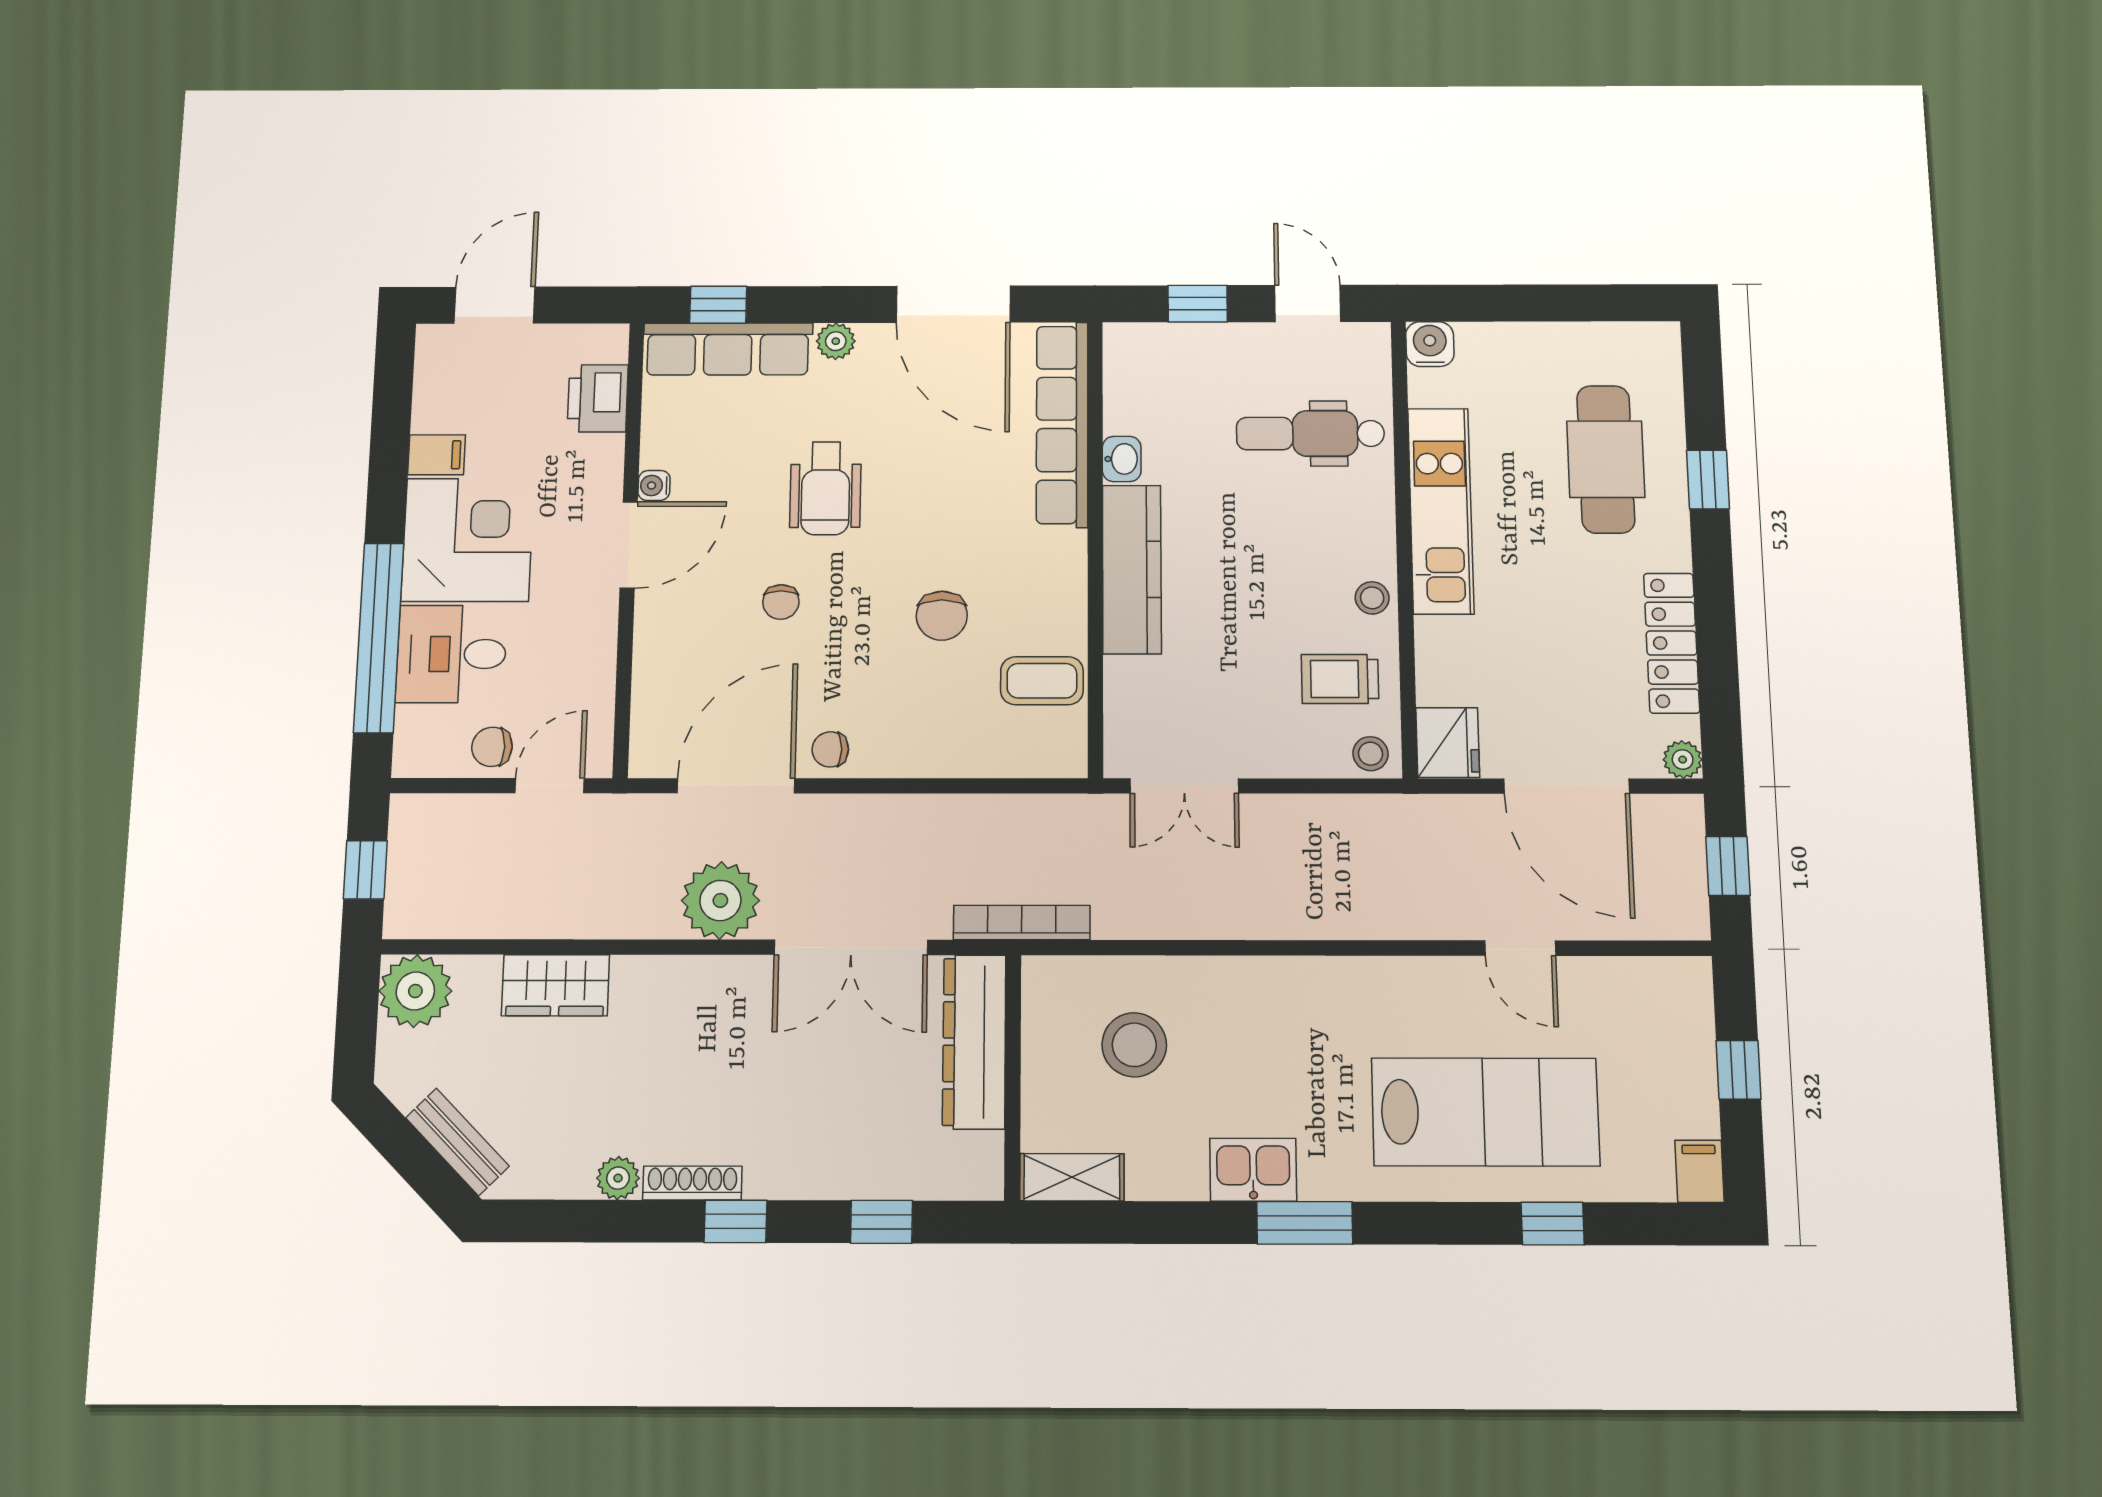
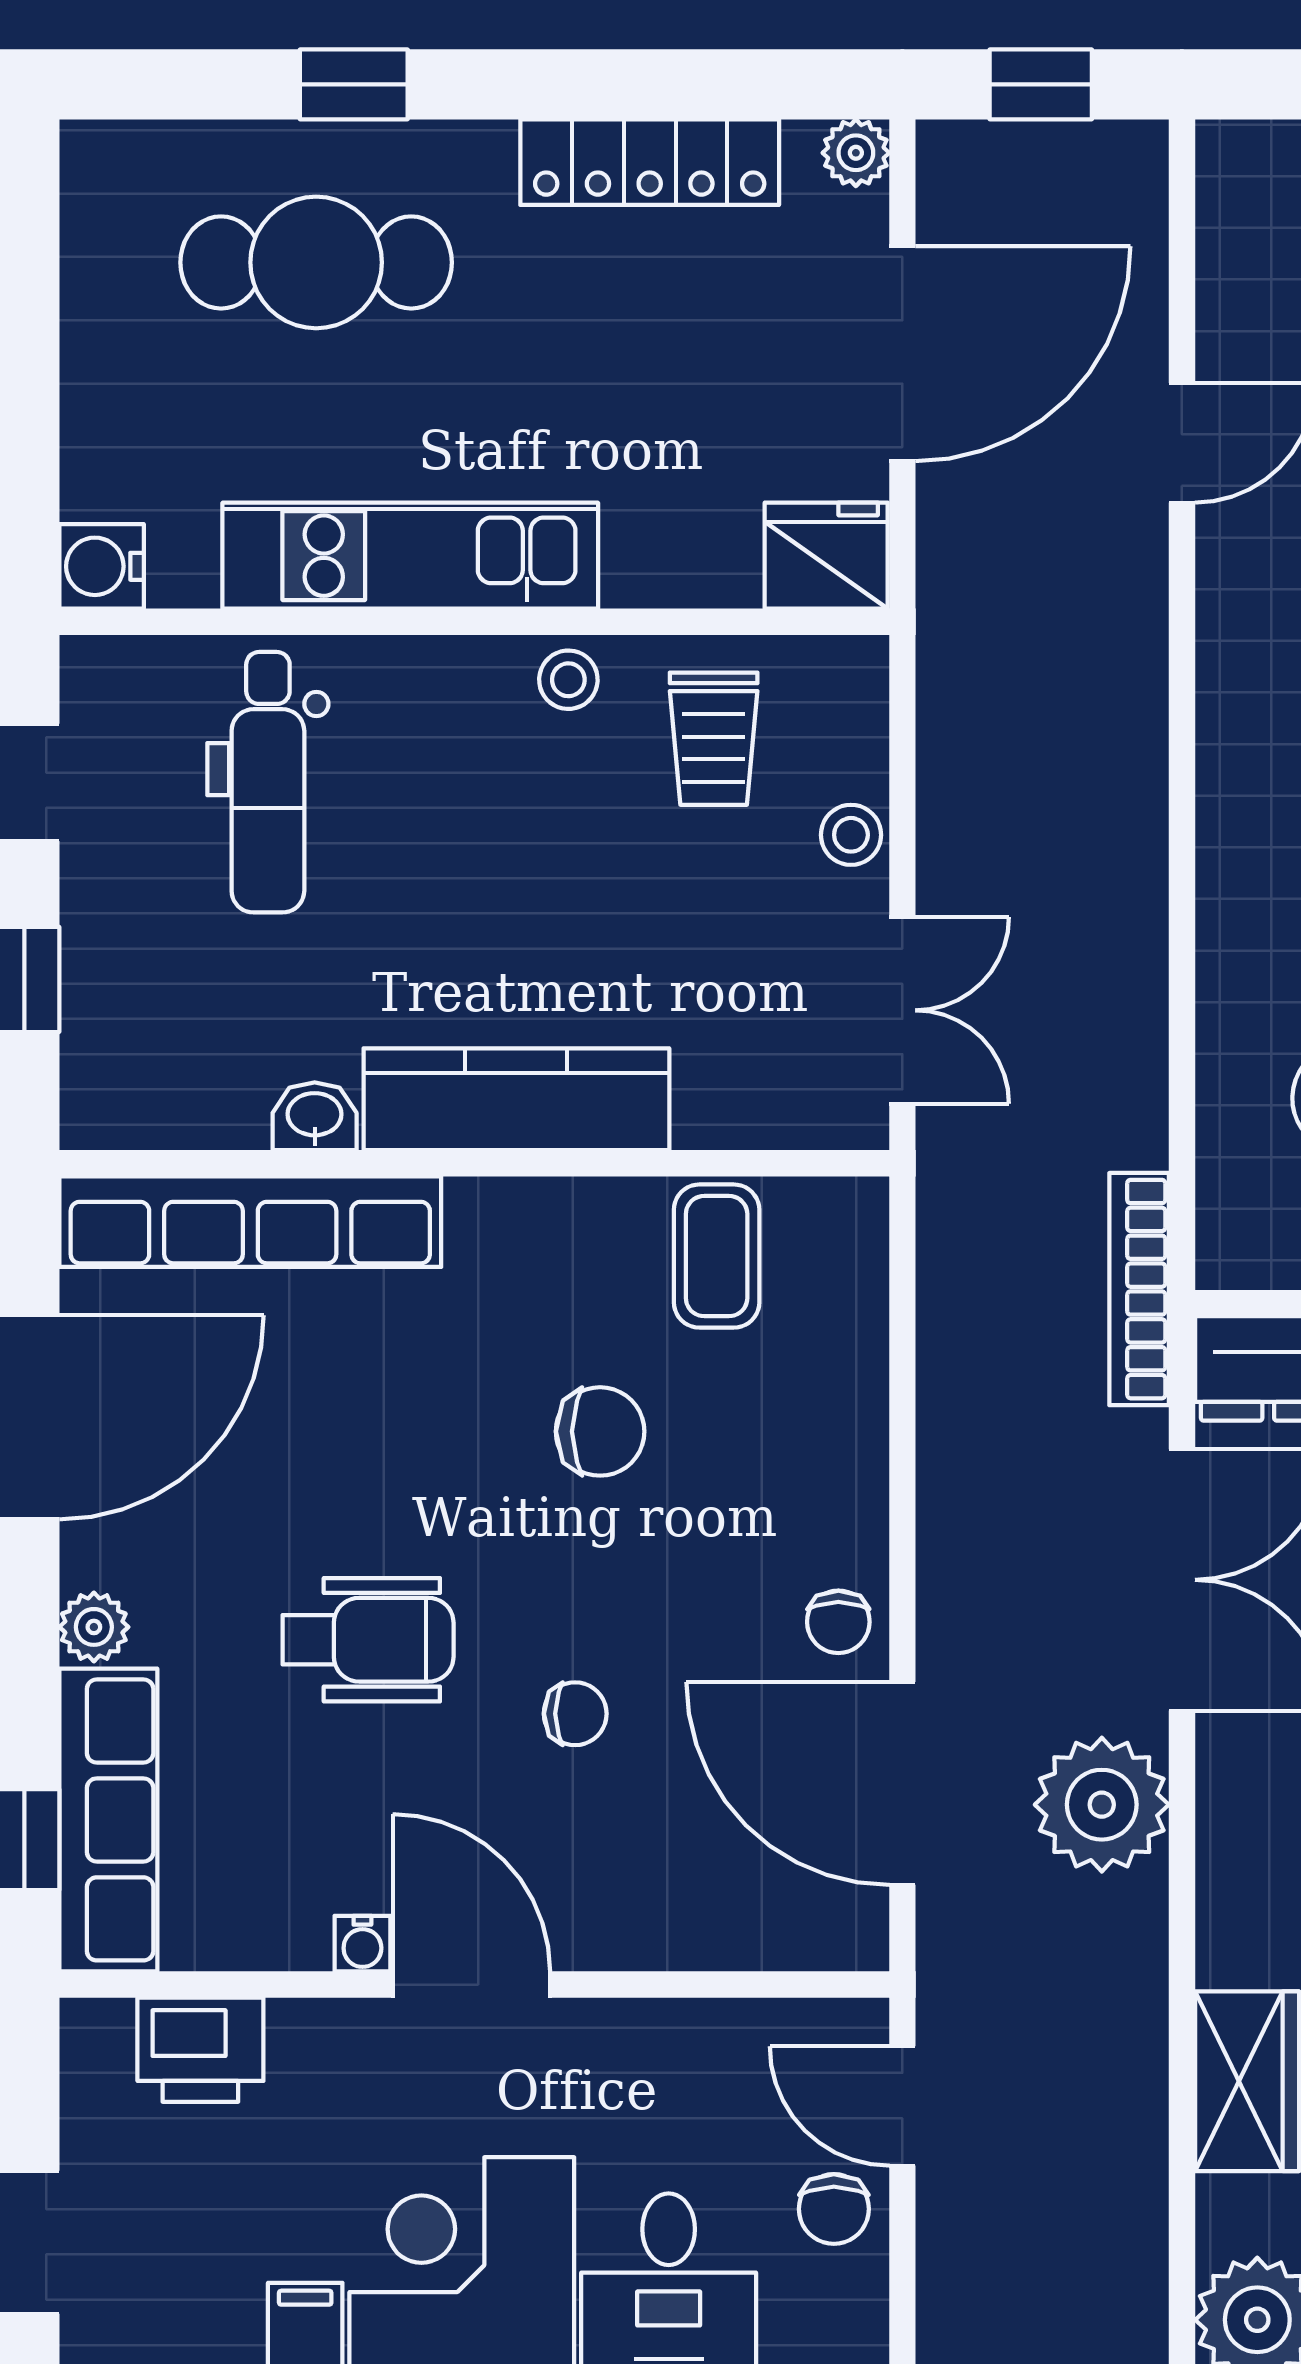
stool: (1370, 754) -> (851, 835), moved

